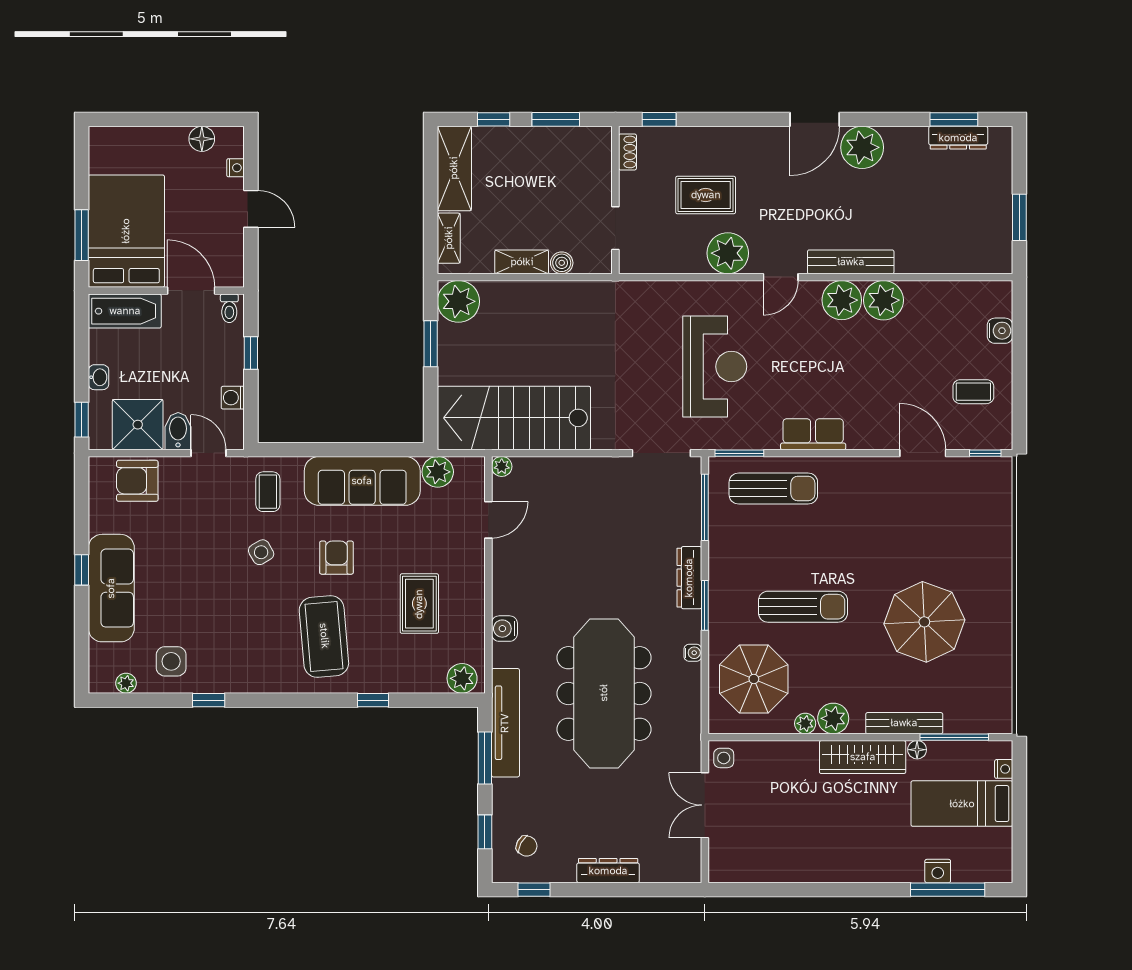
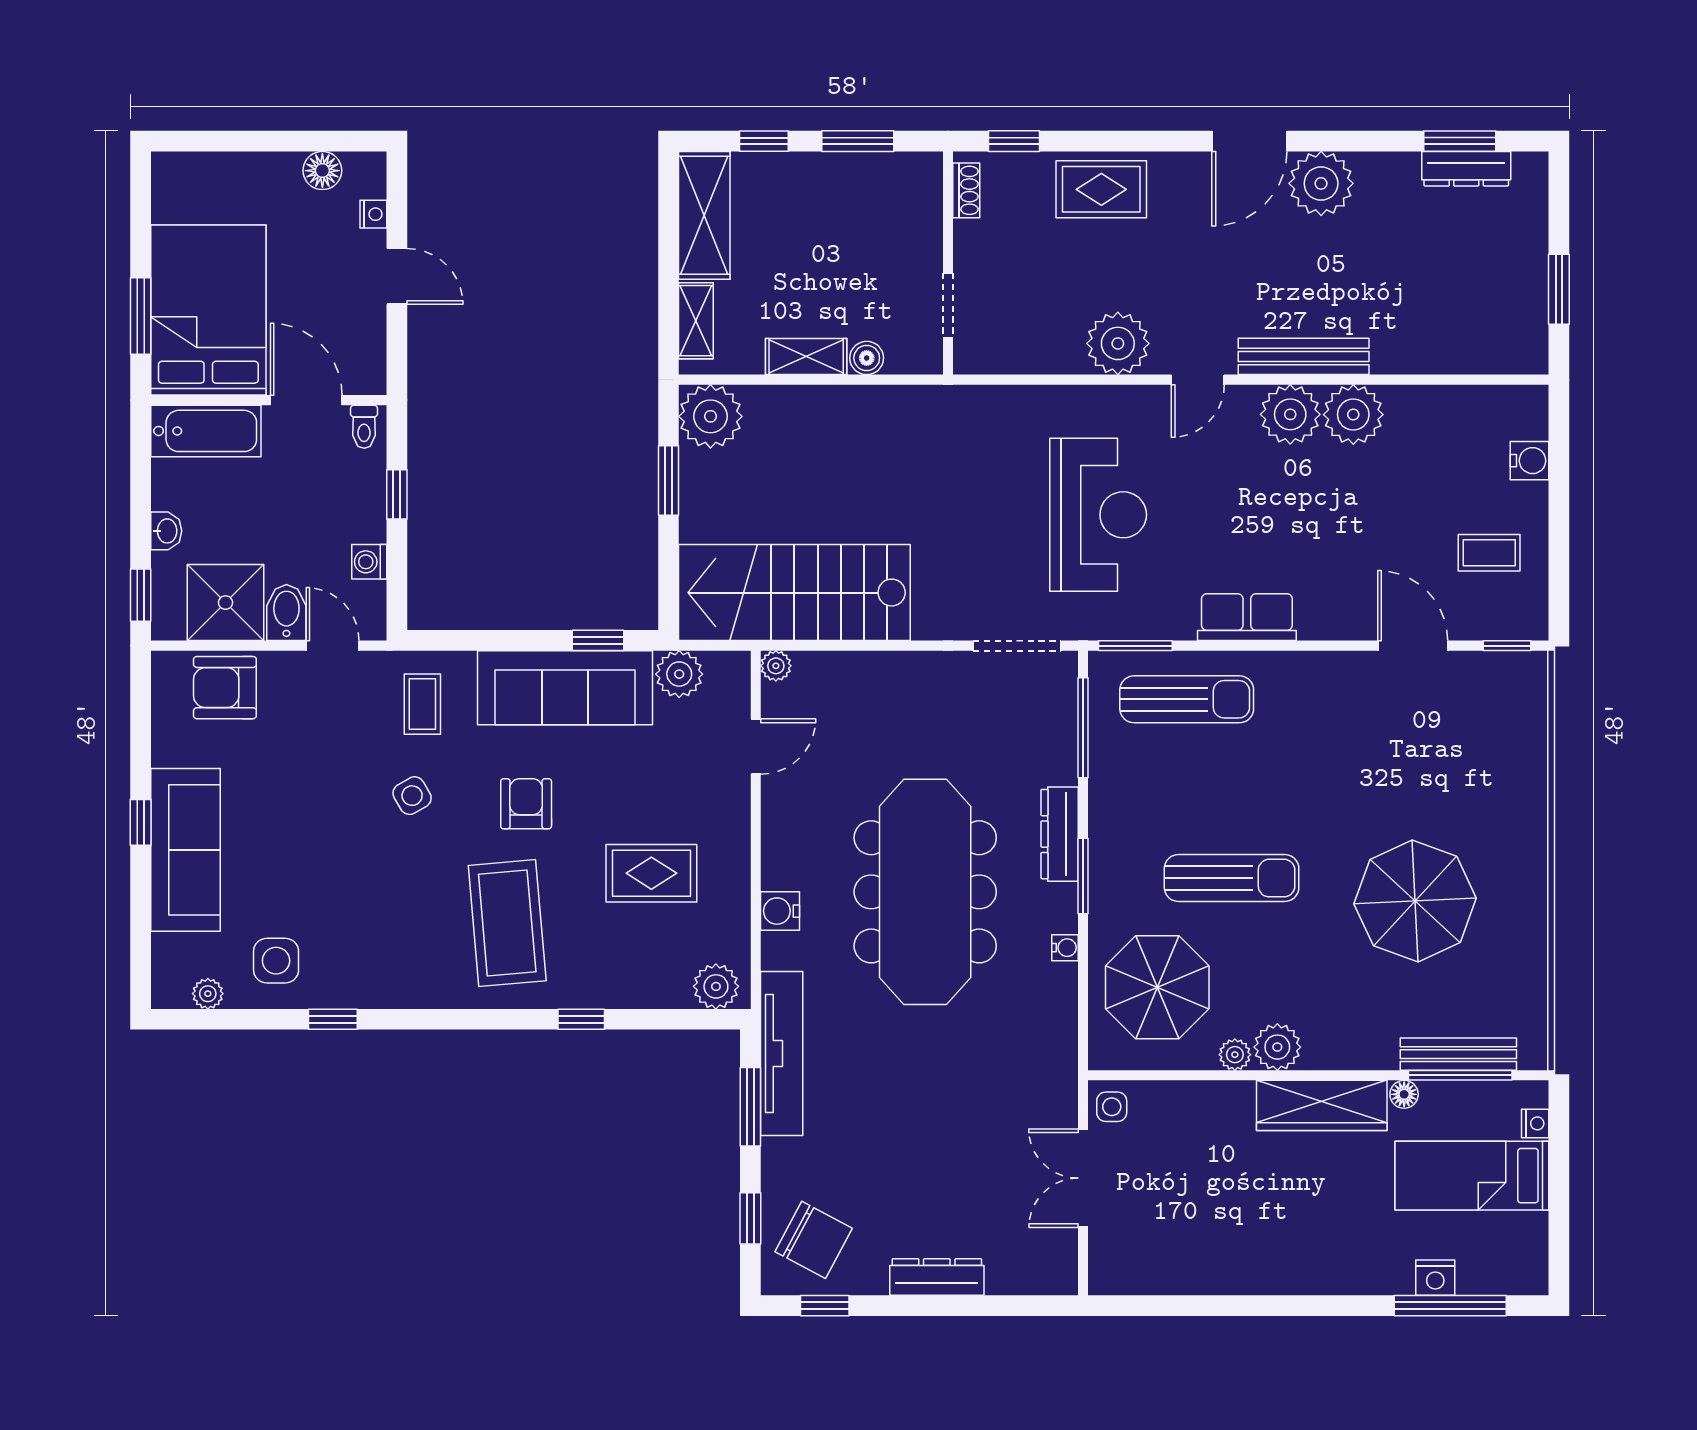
rug: (706, 195) -> (1101, 189), moved
window: (384, 450) -> (598, 640), added
rug: (419, 604) -> (651, 873), turned 90
meeting table: (604, 693) -> (925, 892), moved
bench: (904, 723) -> (1458, 1054), moved
chair: (527, 846) -> (814, 1240), width x1.87, depth x1.87

